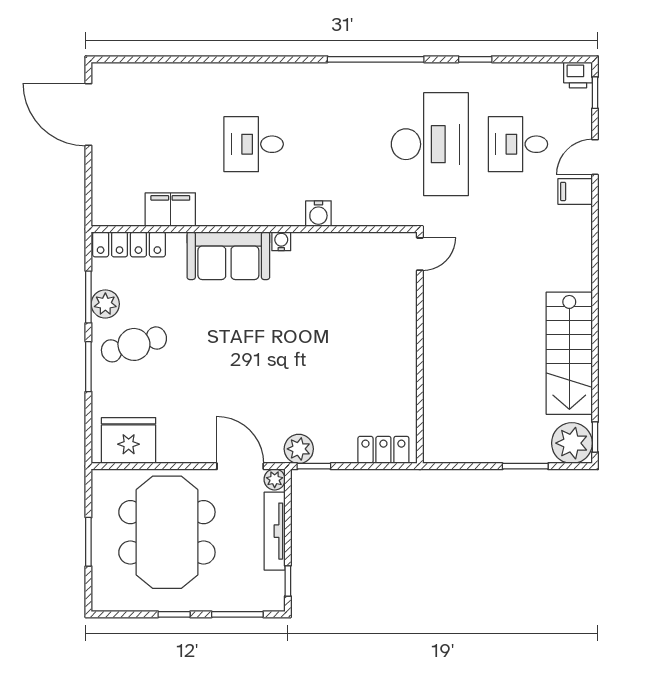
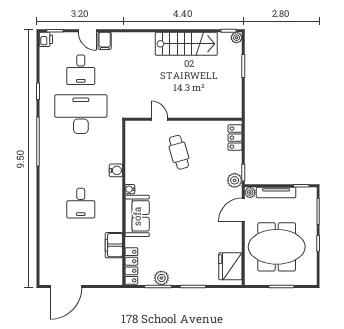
door: (420, 254) -> (159, 119), moved
cafe table: (134, 344) -> (179, 152), moved
plant: (572, 443) -> (236, 38), width x0.53, depth x0.53

